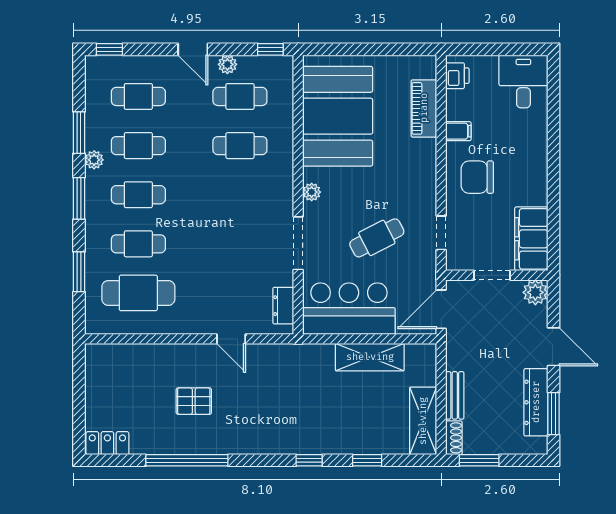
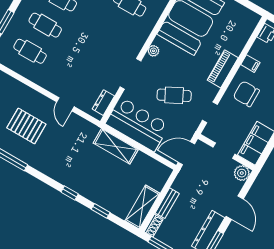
piano: (424, 108) -> (223, 69), moved
cafe table: (138, 293) -> (30, 51), width x0.73, depth x0.74
shelving: (370, 357) -> (116, 146), moved
pallet: (194, 401) -> (26, 126), width x1.50, depth x1.42

